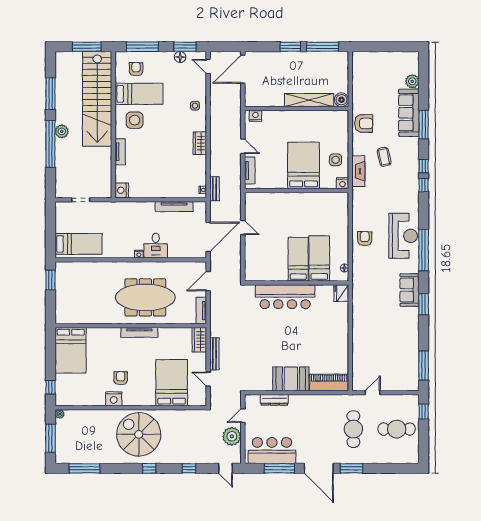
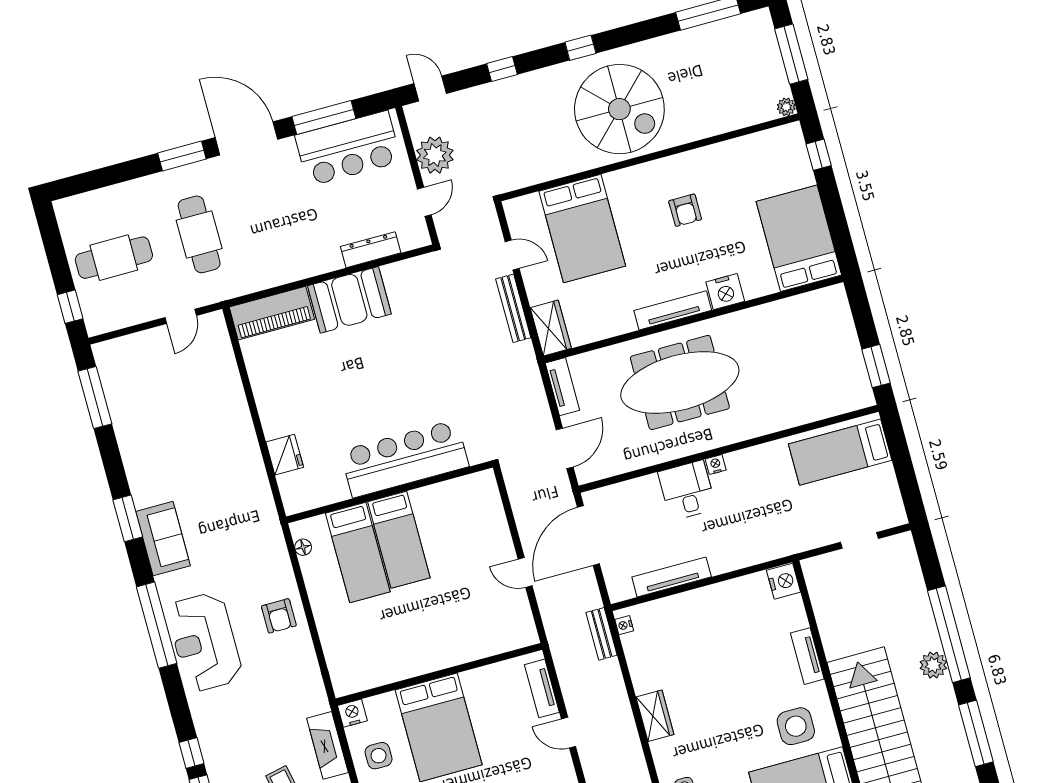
fridge: (341, 293) -> (285, 455), moved
nightstand: (114, 399) -> (725, 292), moved, turned 180

